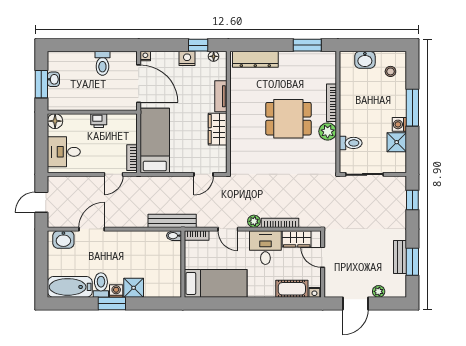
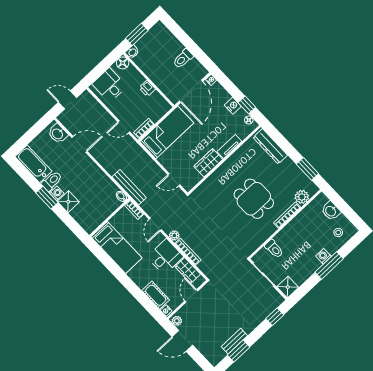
washbasin: (53, 79) -> (132, 52), moved
washing machine: (399, 124) -> (323, 256), moved
plant: (328, 131) -> (302, 197), moved
shower: (397, 142) -> (288, 287), moved
plant: (379, 291) -> (177, 321), moved

